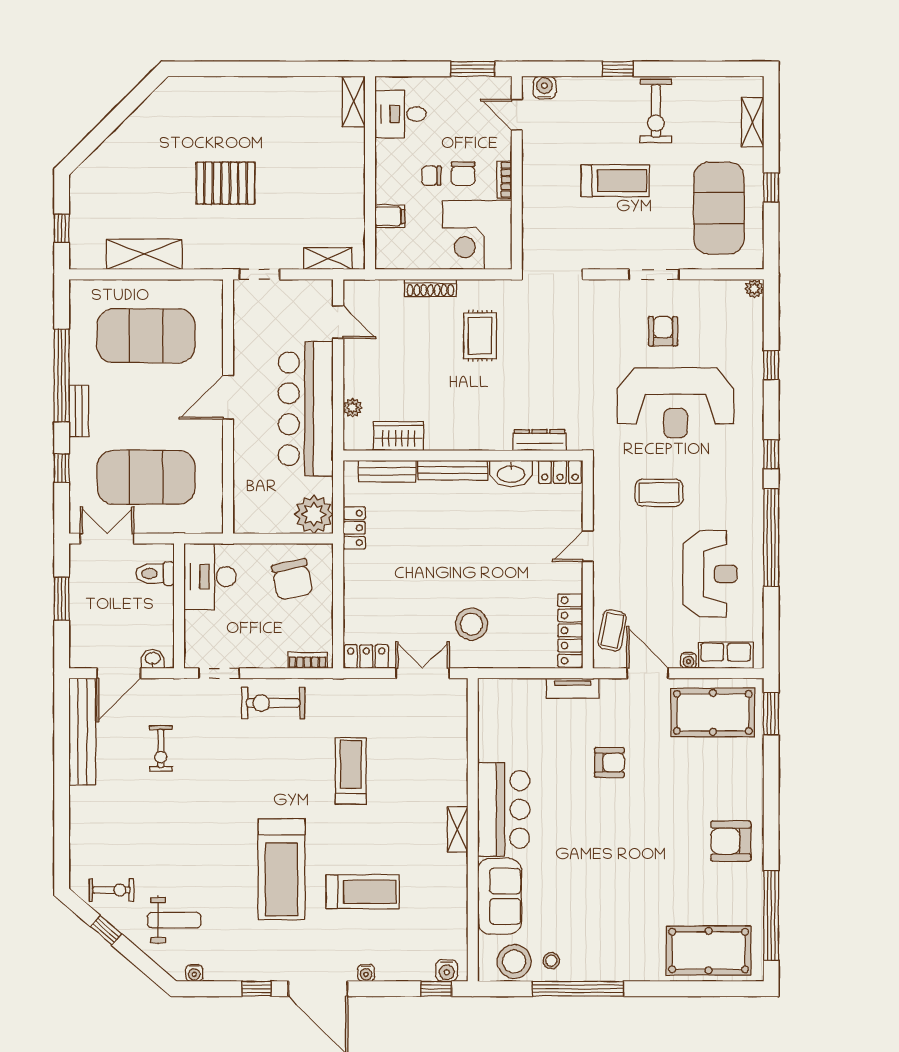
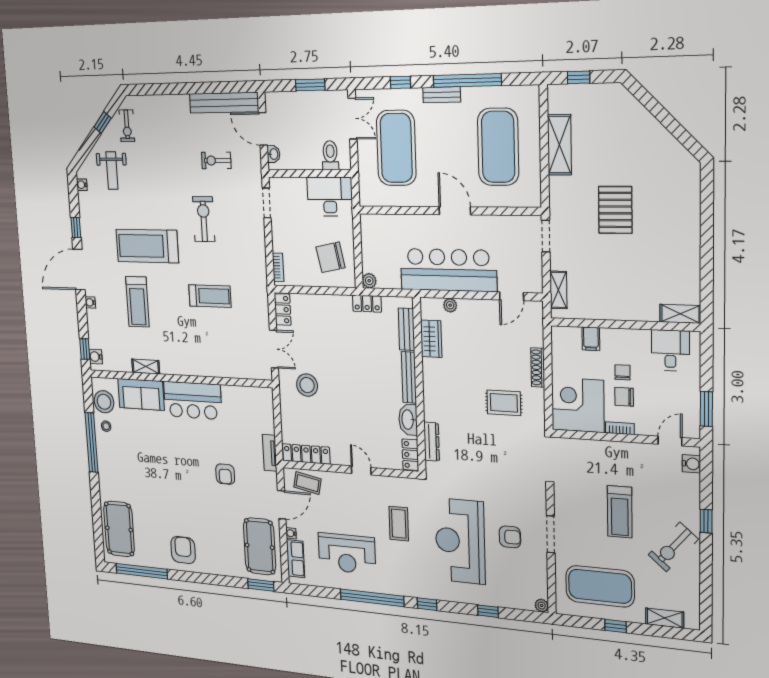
exercise bike: (656, 111) -> (673, 547), turned -49
plant: (314, 514) -> (369, 281), width x0.53, depth x0.53
exercise bike: (273, 703) -> (204, 219), moved
shelving: (458, 829) -> (146, 367), moved

